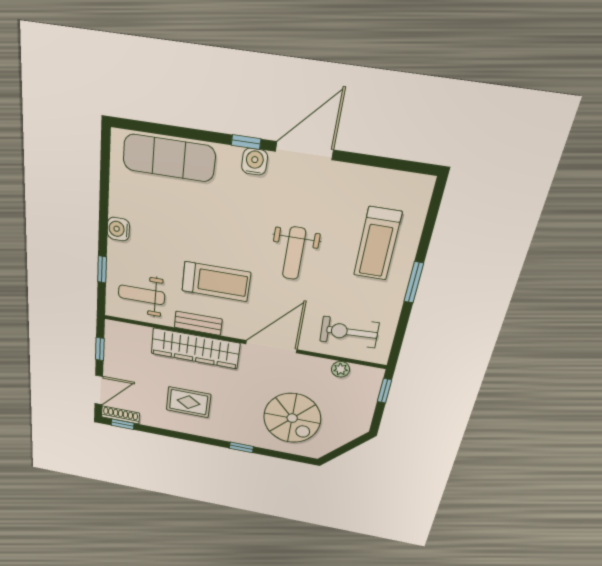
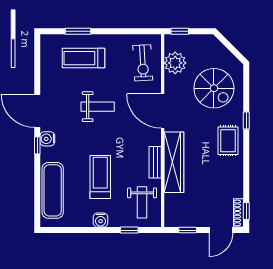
treadmill: (377, 244) -> (84, 58), turned 180
treadmill: (216, 282) -> (100, 177), moved
window: (414, 282) -> (78, 31), moved
plant: (341, 369) -> (175, 63), width x1.88, depth x1.88
door: (99, 390) -> (221, 230), swing flipped
rug: (188, 402) -> (228, 141), moved
spiral stairs: (292, 418) -> (214, 88), turned 90

